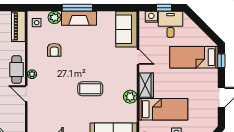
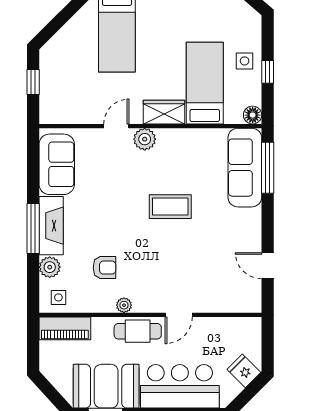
nightstand: (151, 17) -> (49, 103), removed
desk: (170, 24) -> (61, 71), removed
sofa: (126, 29) -> (57, 164), moved, turned -90
plant: (32, 74) -> (124, 305), moved
coffee table: (90, 89) -> (170, 207), turned 90
plant: (130, 97) -> (145, 139), moved

